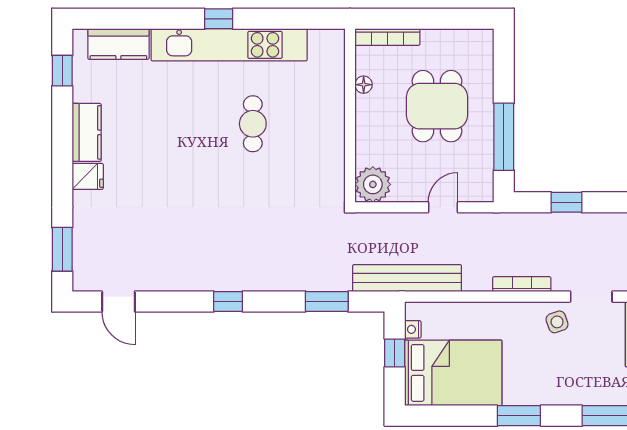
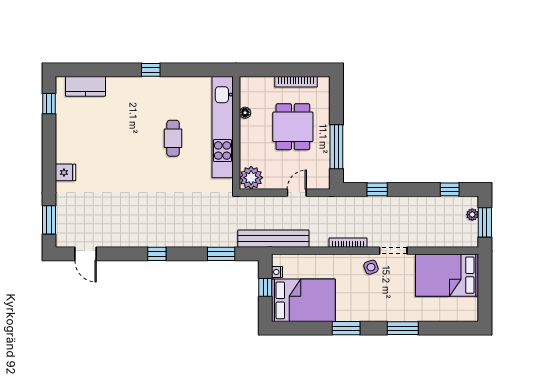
bookcase: (387, 37) -> (296, 82), moved
kitchen unit: (229, 45) -> (223, 127), moved, turned 90
kitchen counter: (87, 132) -> (65, 144), removed

